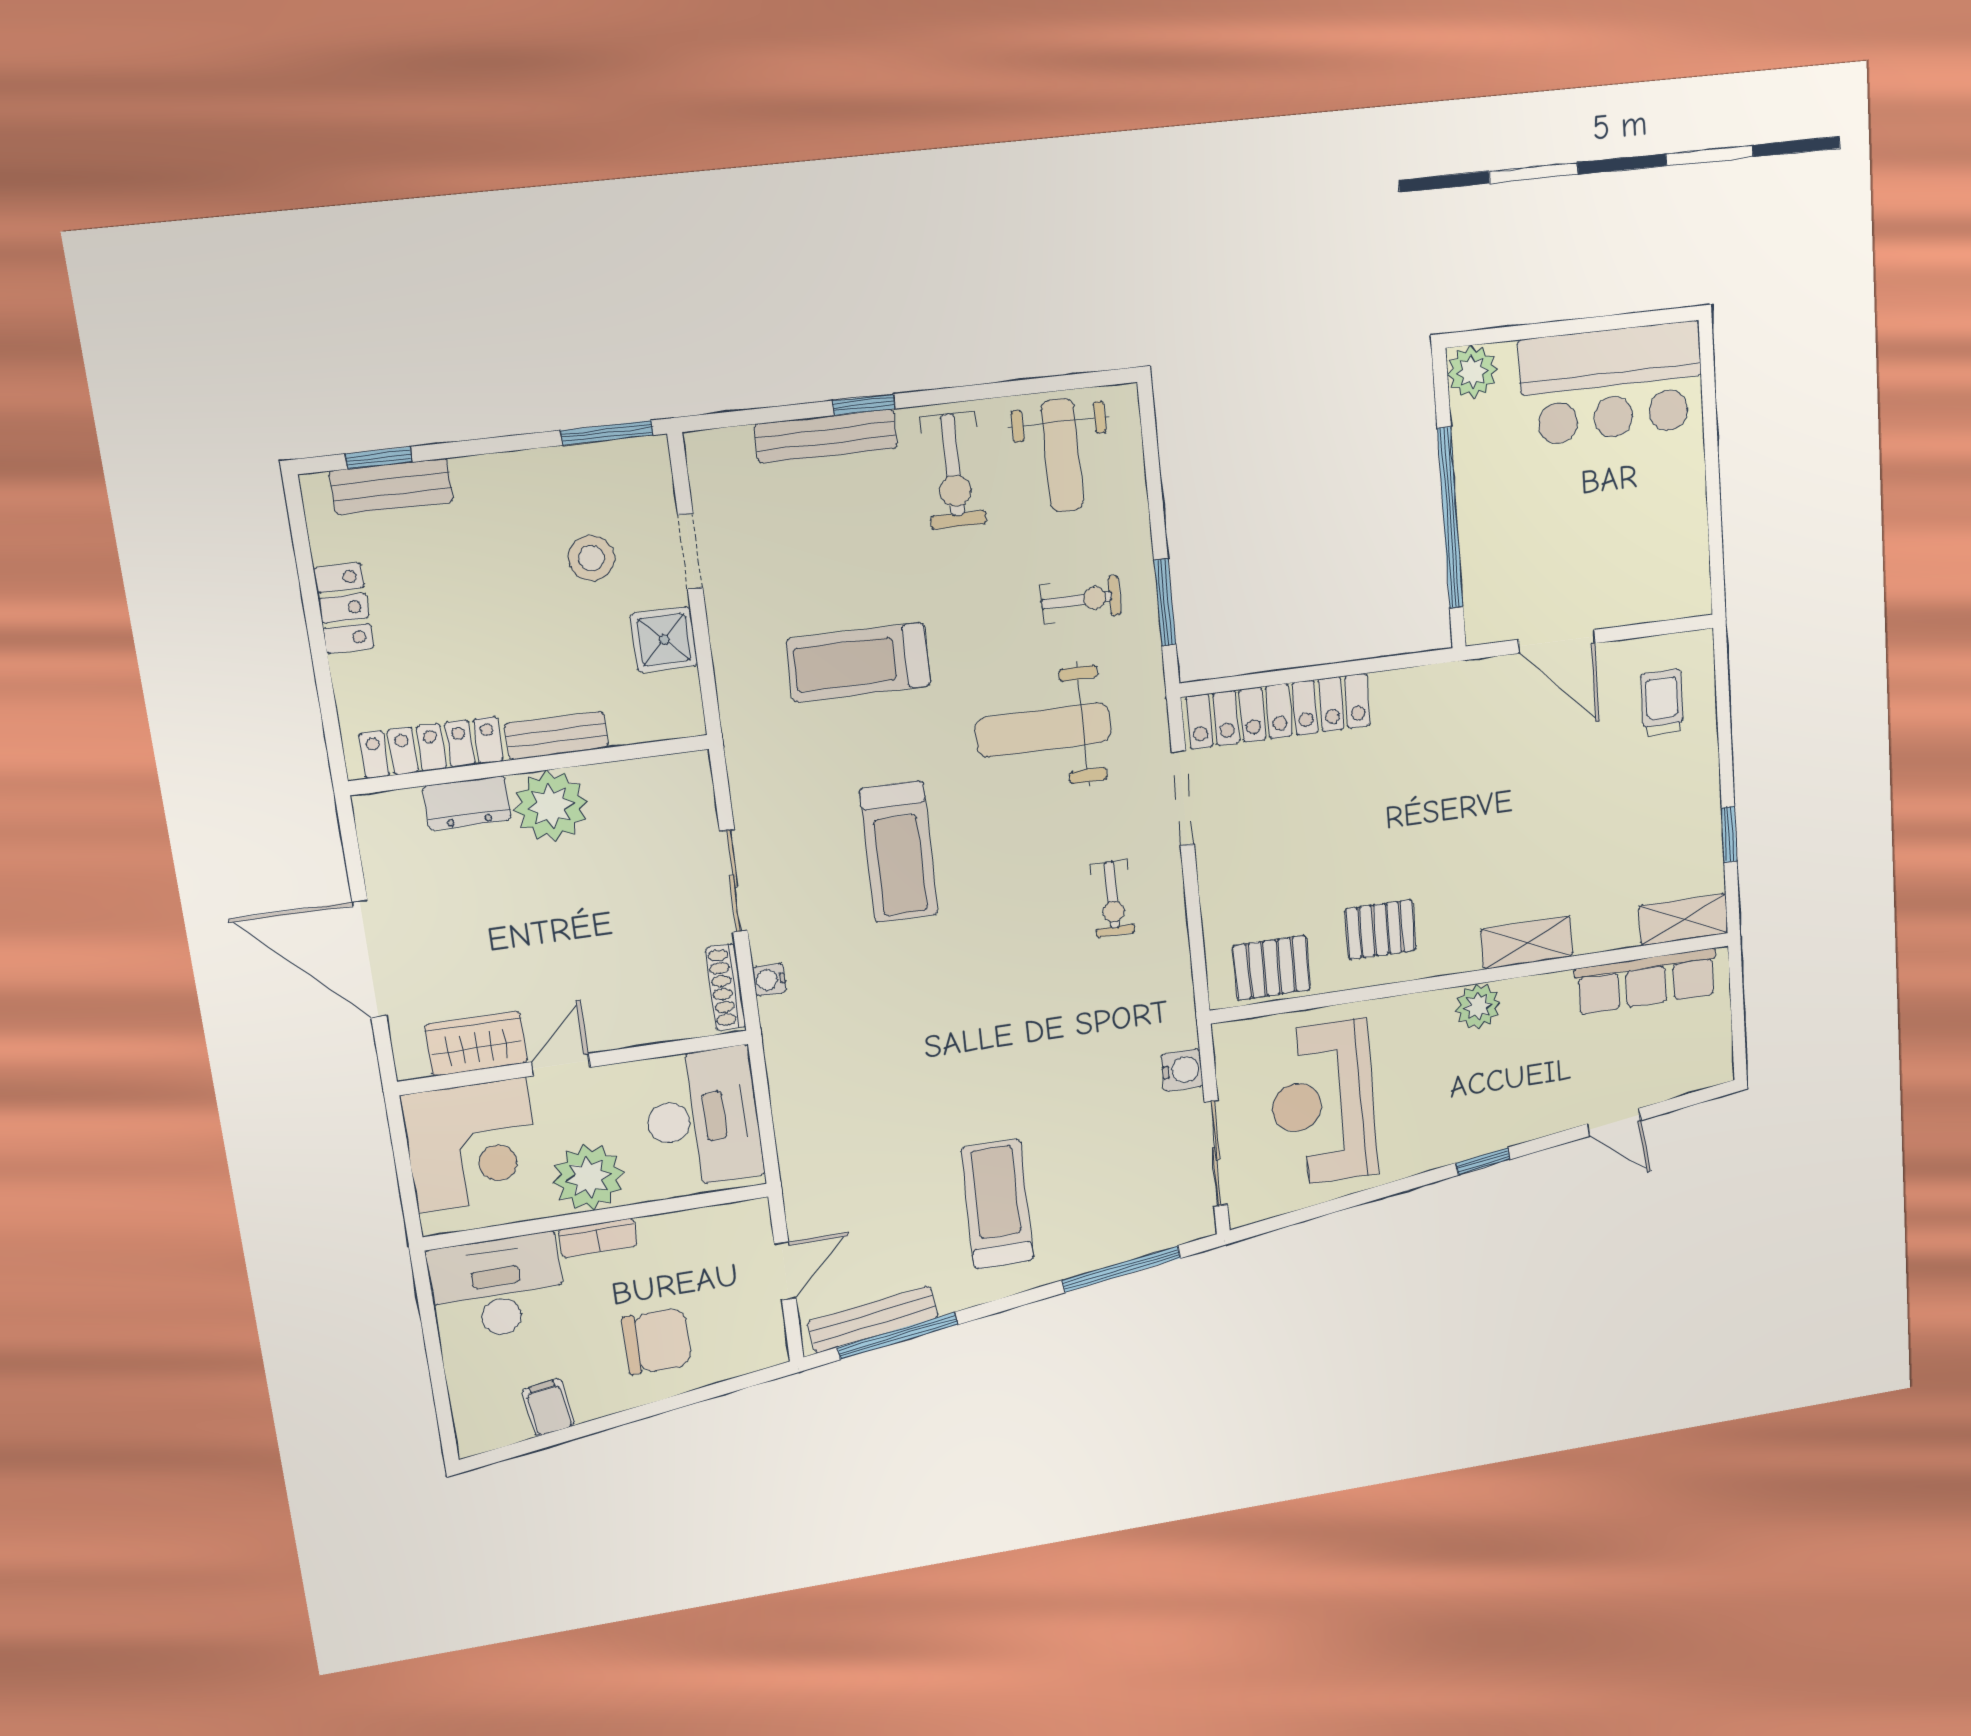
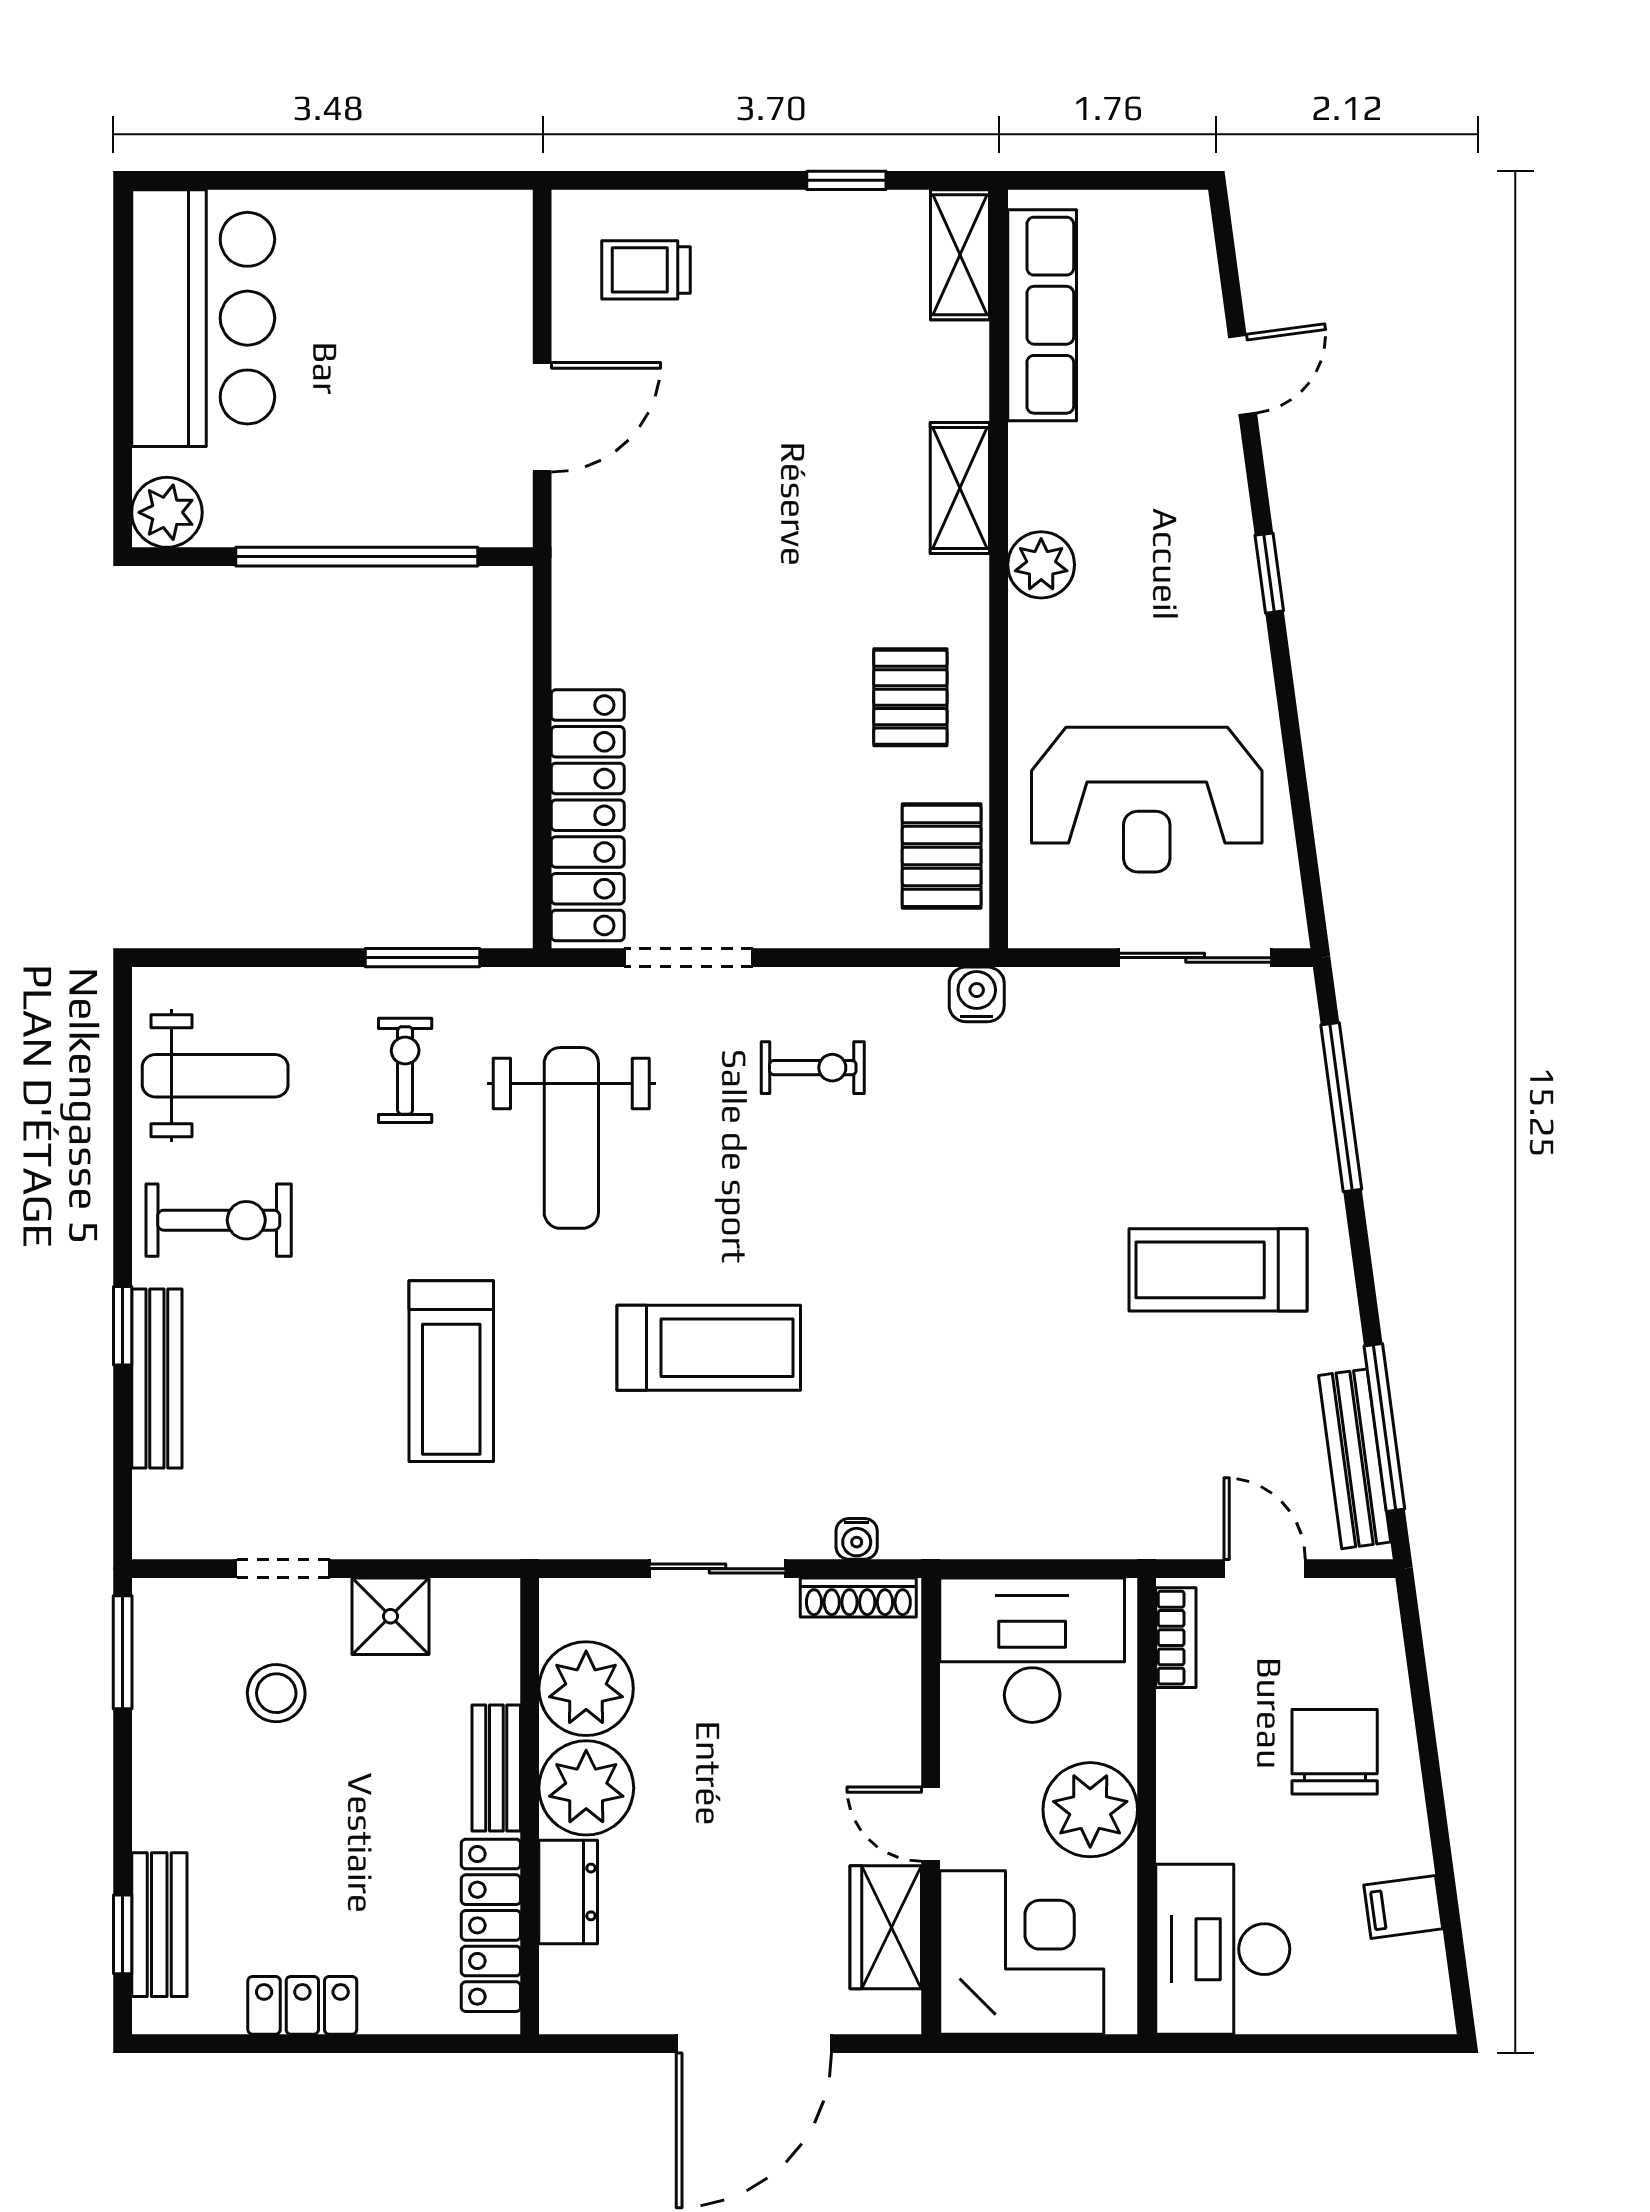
plant: (628, 796) -> (586, 1689), added
water cooler: (1182, 1070) -> (977, 994), moved
bookcase: (598, 1238) -> (1176, 1638), moved

